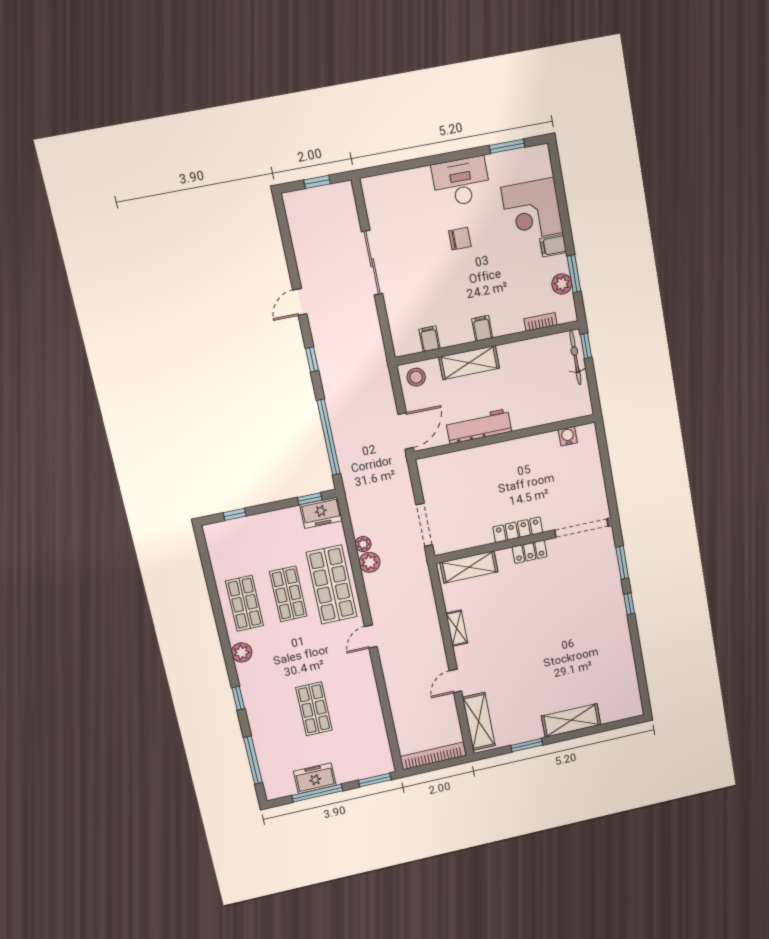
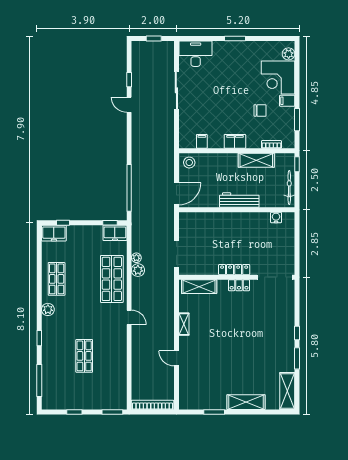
window: (507, 146) -> (235, 38), moved
desk: (461, 182) -> (196, 54), moved
chair: (460, 239) -> (260, 111), moved
plant: (562, 284) -> (289, 54), moved
door: (300, 302) -> (129, 105), hinge flipped
filing cabinet: (482, 328) -> (235, 141), width x2.00
bicycle: (575, 358) -> (289, 188), moved
window: (312, 359) -> (129, 80), moved
shelving: (469, 363) -> (256, 160), moved
workbench: (479, 426) -> (239, 200), moved
window: (622, 563) -> (297, 358), moved
shop shelf: (288, 594) -> (84, 279), removed
door: (371, 637) -> (129, 317), swing flipped
door: (455, 681) -> (176, 358), hinge flipped
shelving: (479, 721) -> (287, 391), moved
freezer: (315, 778) -> (54, 233), moved, turned 180
window: (317, 793) -> (74, 412), width x0.46

